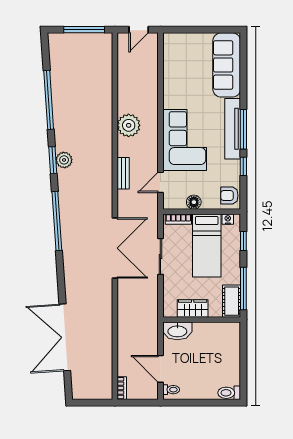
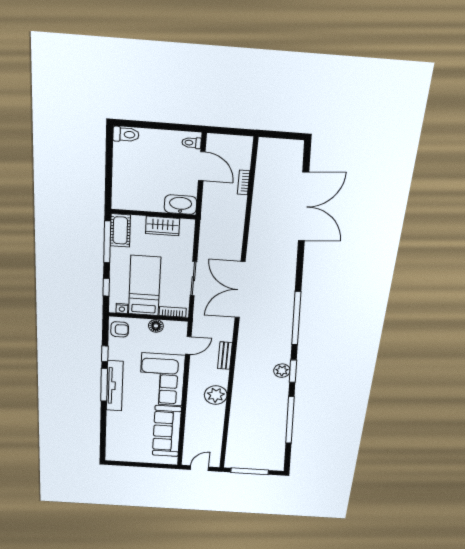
sofa: (227, 65) -> (167, 431), moved, turned 180
bookcase: (122, 388) -> (244, 182), moved

